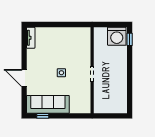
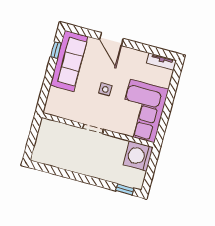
washing machine: (117, 36) -> (138, 156), moved
corner sofa: (70, 42) -> (142, 111), added
door: (24, 78) -> (112, 39), swing flipped

